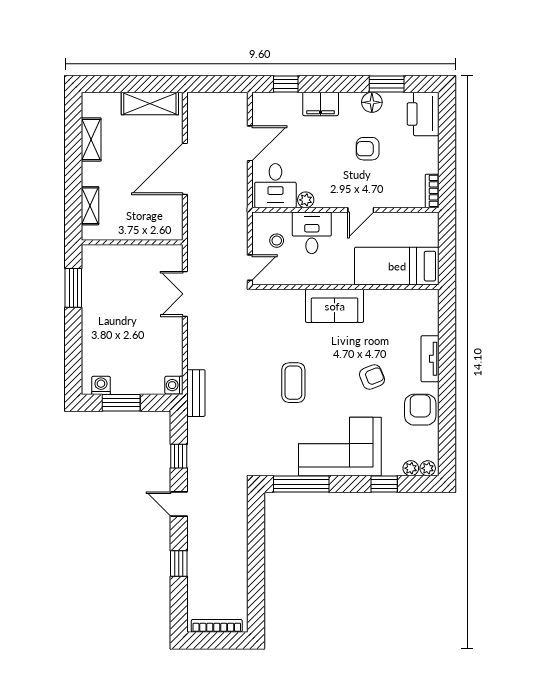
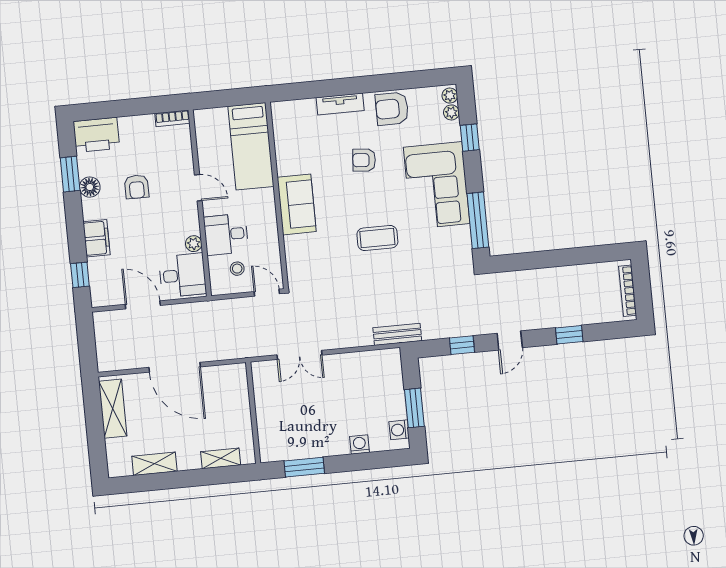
armchair: (372, 377) -> (364, 160), turned -63
washing machine: (174, 385) -> (359, 444), moved, turned 180

